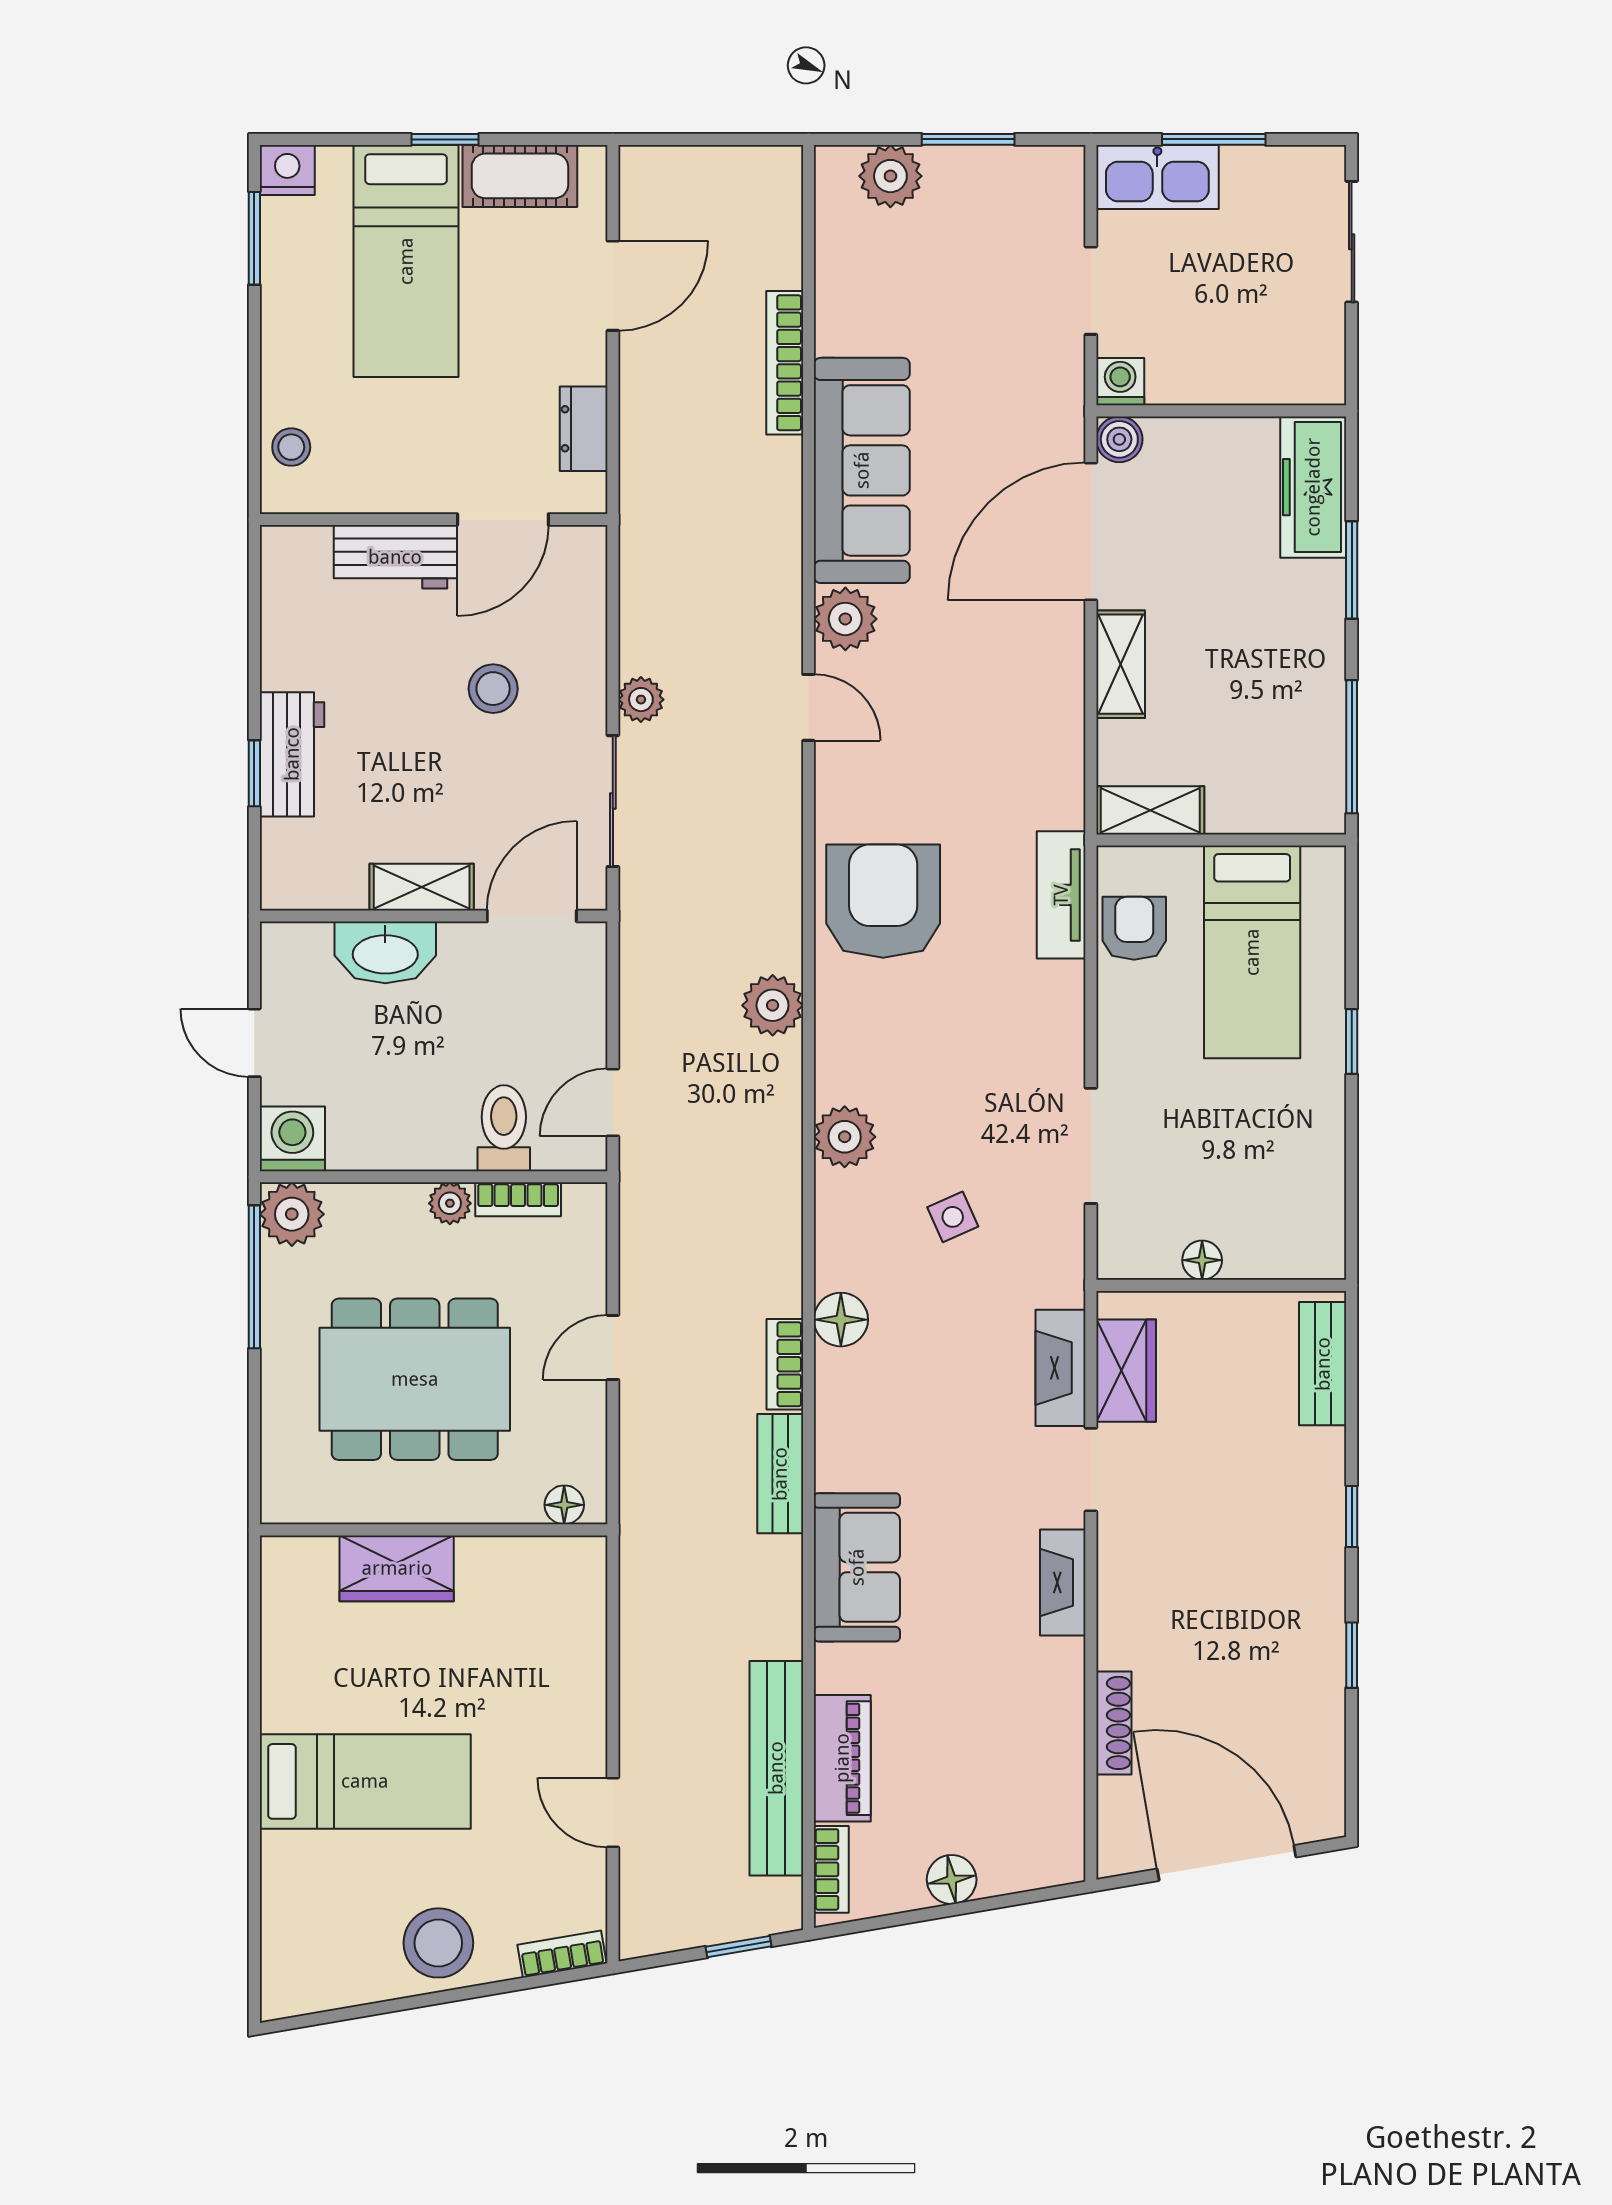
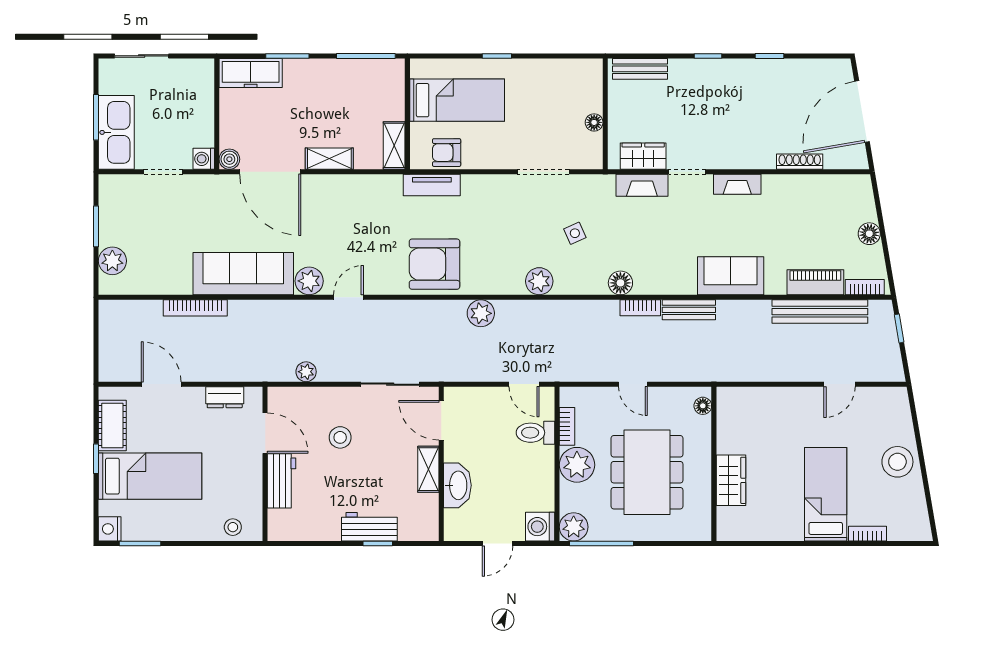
kitchen sink: (1157, 177) -> (116, 132), width x1.36, depth x1.24
plant: (641, 700) -> (306, 372), moved
plant: (450, 1203) -> (577, 465), width x1.88, depth x1.88
bookcase: (562, 1954) -> (868, 534), moved, turned 100

